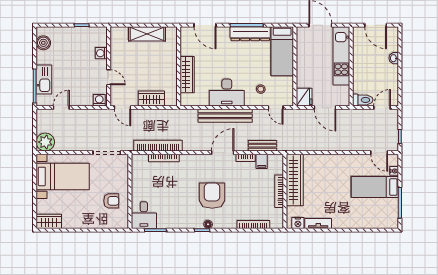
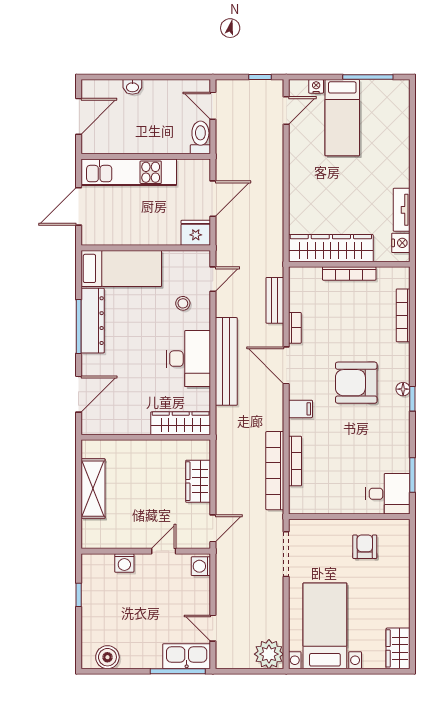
wardrobe: (187, 75) -> (181, 423), moved
kitchen sink: (44, 79) -> (187, 656), moved
filing cabinet: (262, 161) -> (300, 409), moved

